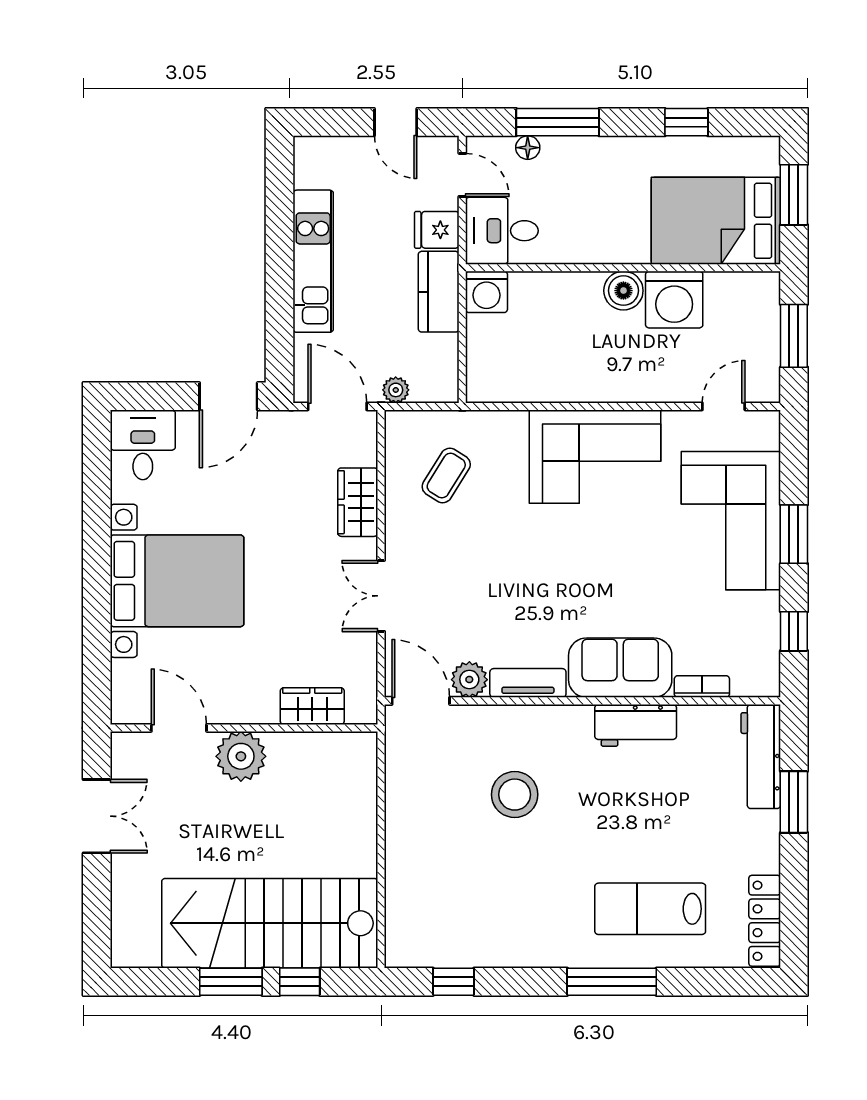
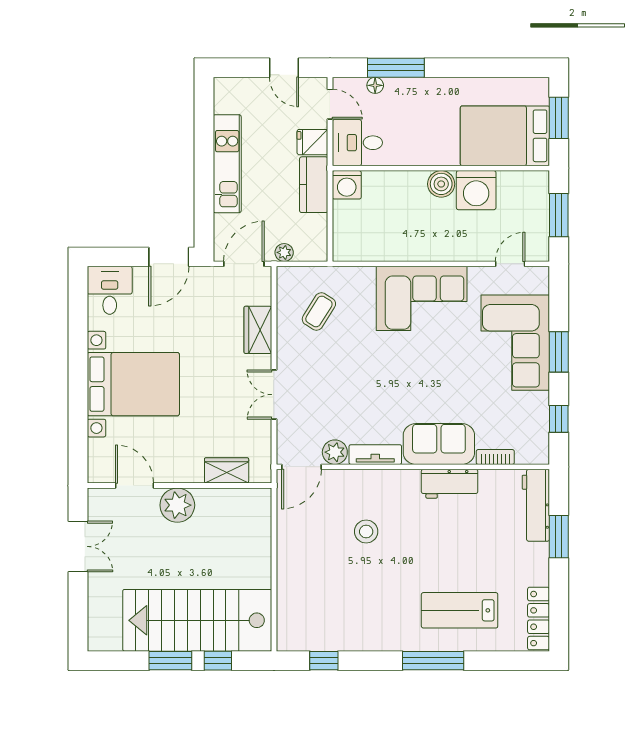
window: (686, 122) -> (485, 68), removed
door: (337, 406) -> (244, 264), hinge flipped
door: (421, 701) -> (301, 467), swing flipped
stool: (515, 795) -> (366, 532), width x0.73, depth x0.73

